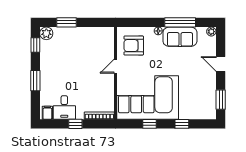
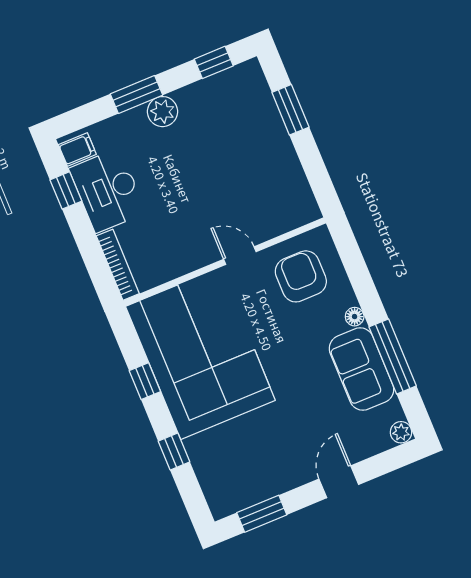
plant: (46, 33) -> (162, 112), moved
desk: (64, 108) -> (108, 190), width x1.37
window: (75, 124) -> (66, 190), moved

